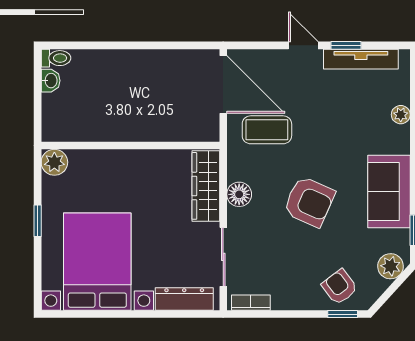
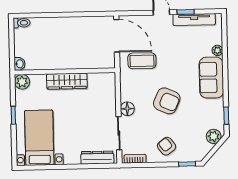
washbasin: (51, 81) -> (20, 64), moved
wardrobe: (206, 186) -> (67, 81), moved, turned -90
sofa: (389, 191) -> (211, 78), moved
floor lamp: (239, 194) -> (127, 109), moved
bed with nightstands: (97, 262) -> (39, 138), width x0.73
armchair: (340, 287) -> (167, 146), moved

